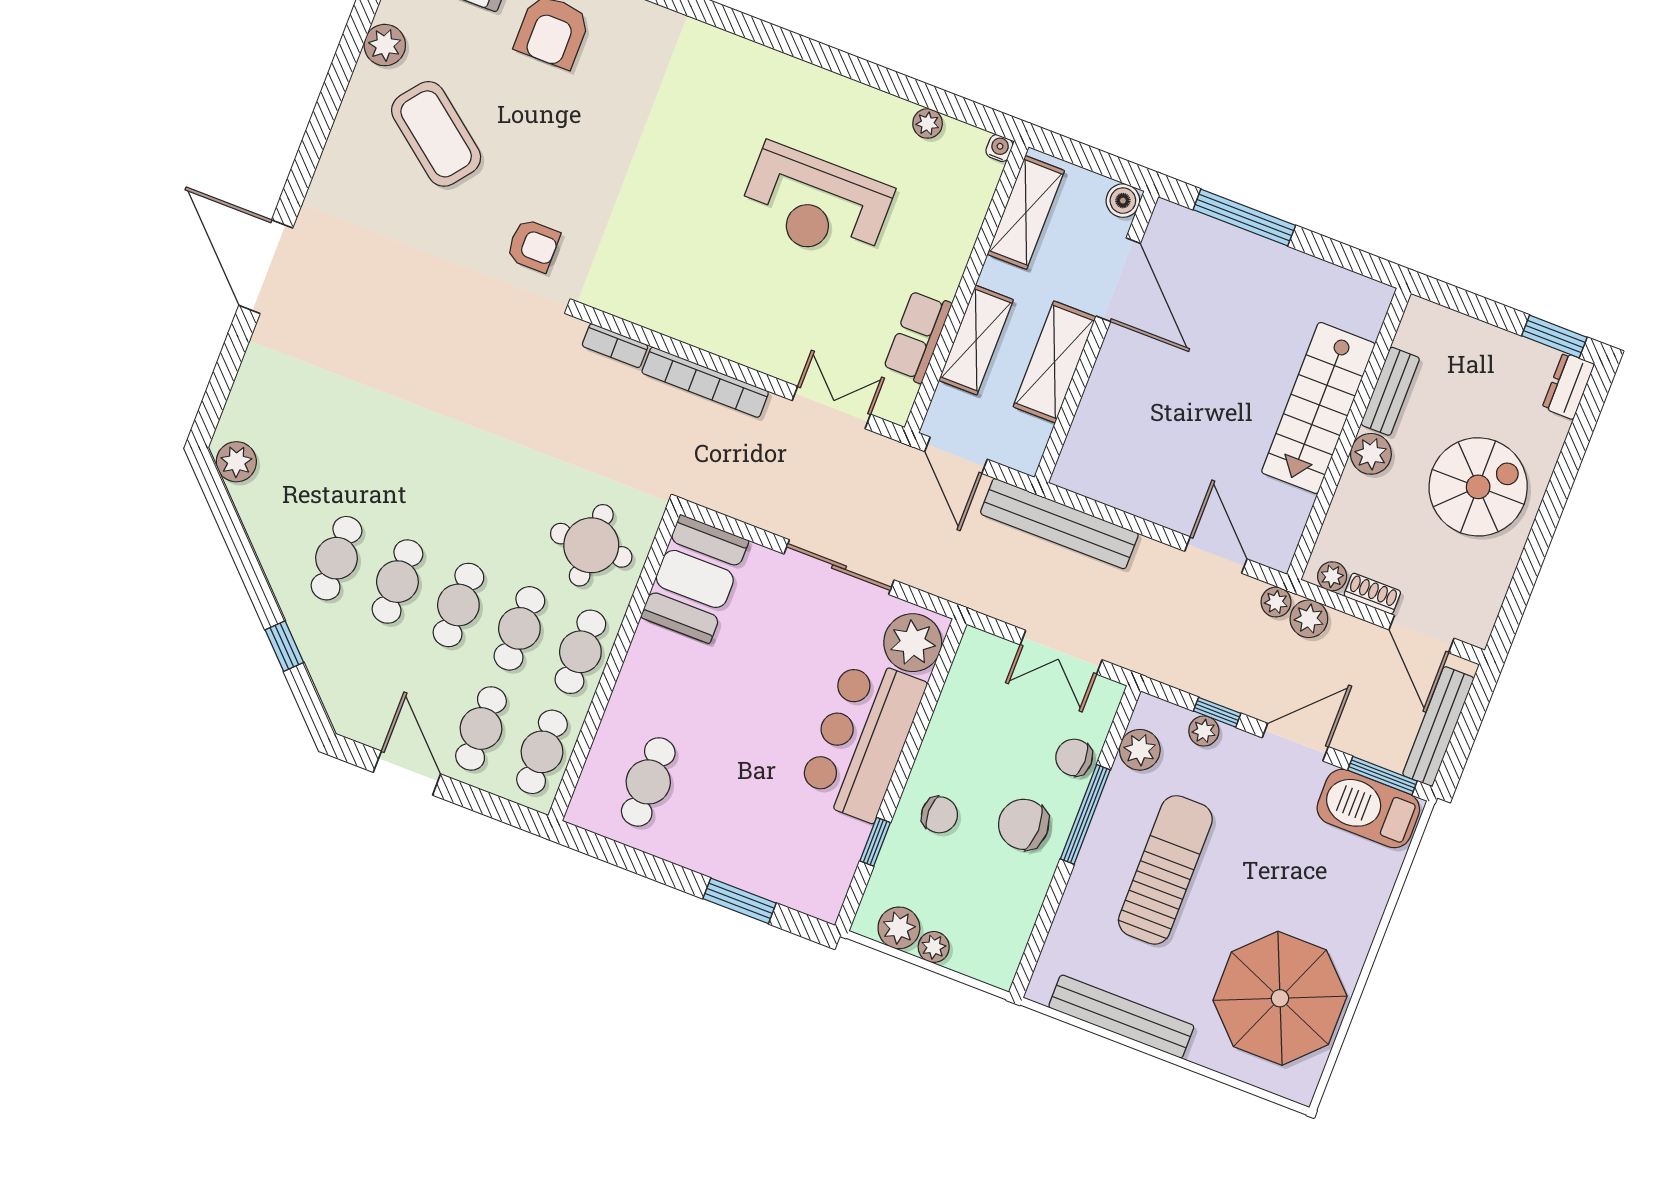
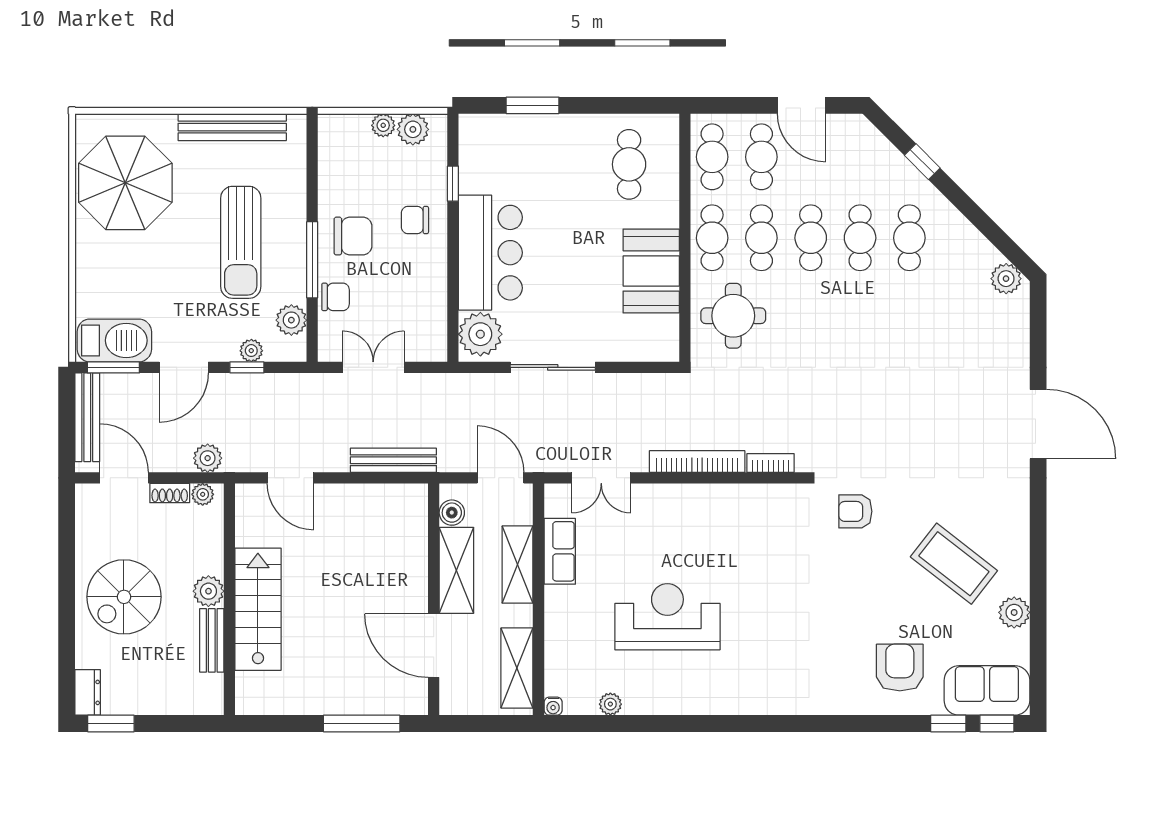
boiler: (1123, 201) -> (452, 513), moved
bench: (1059, 524) -> (393, 460), width x0.73, depth x0.82
booth: (695, 579) -> (651, 271), moved
plant: (1276, 602) -> (235, 461), removed

